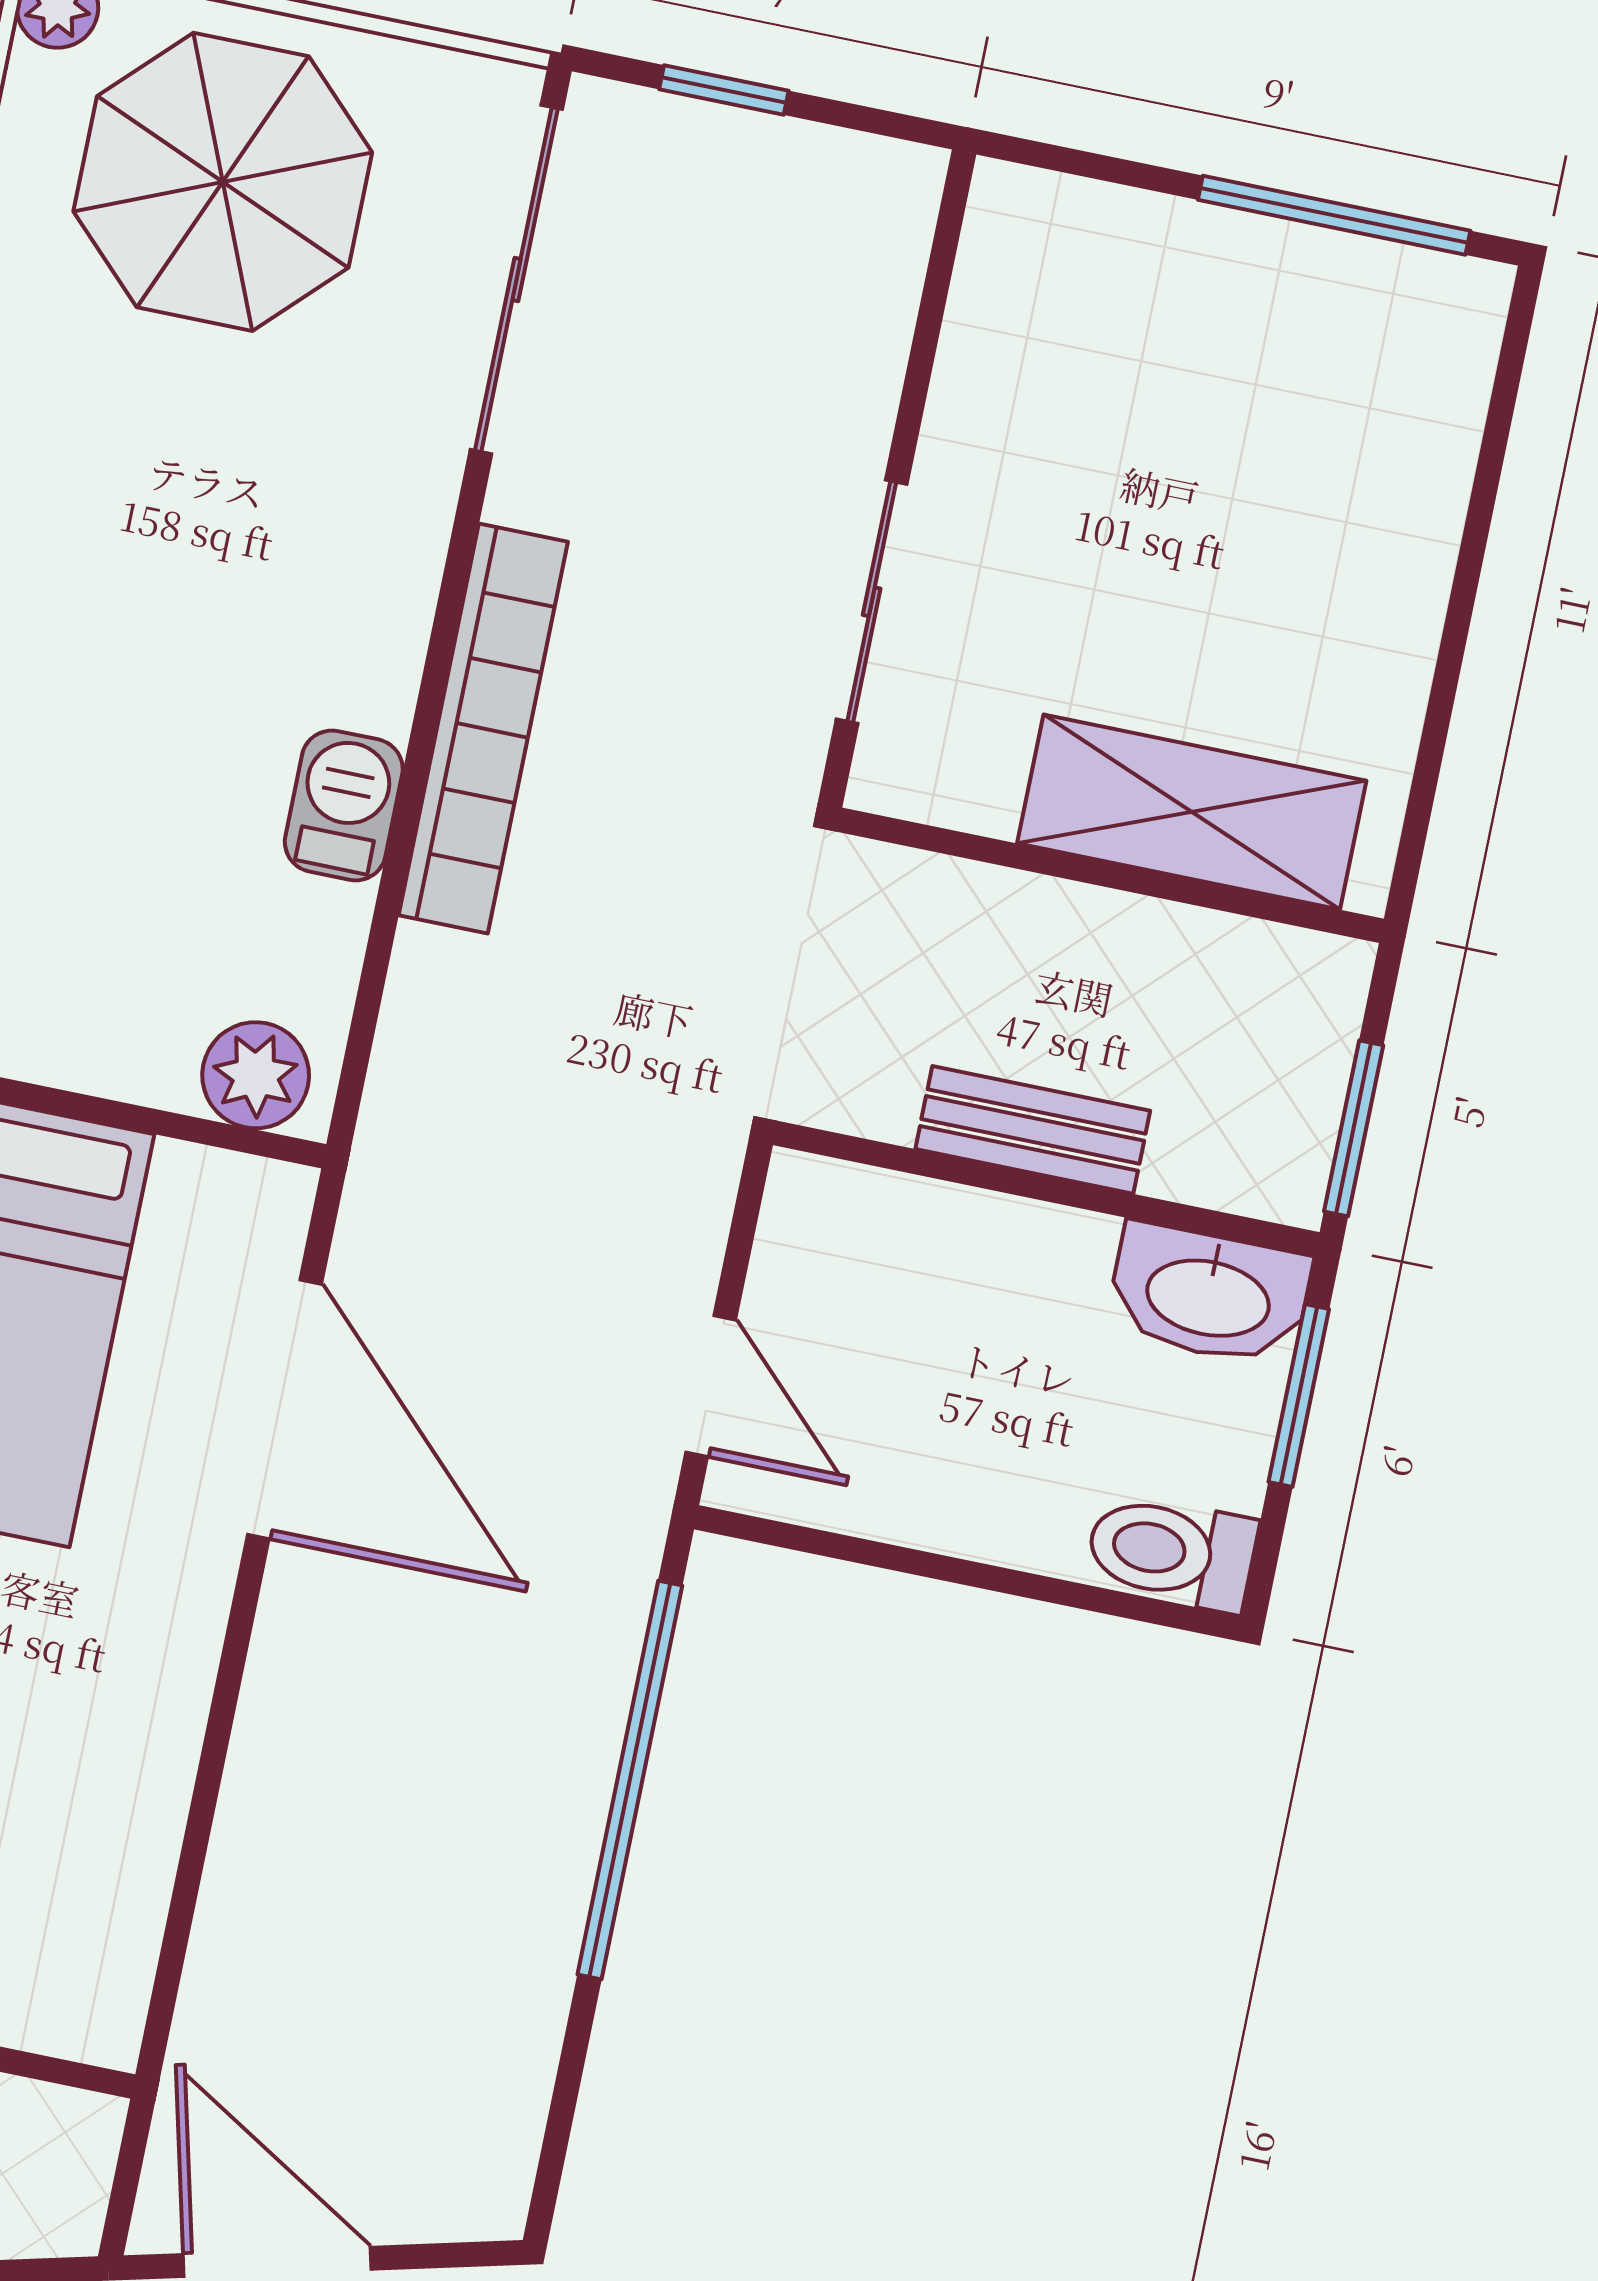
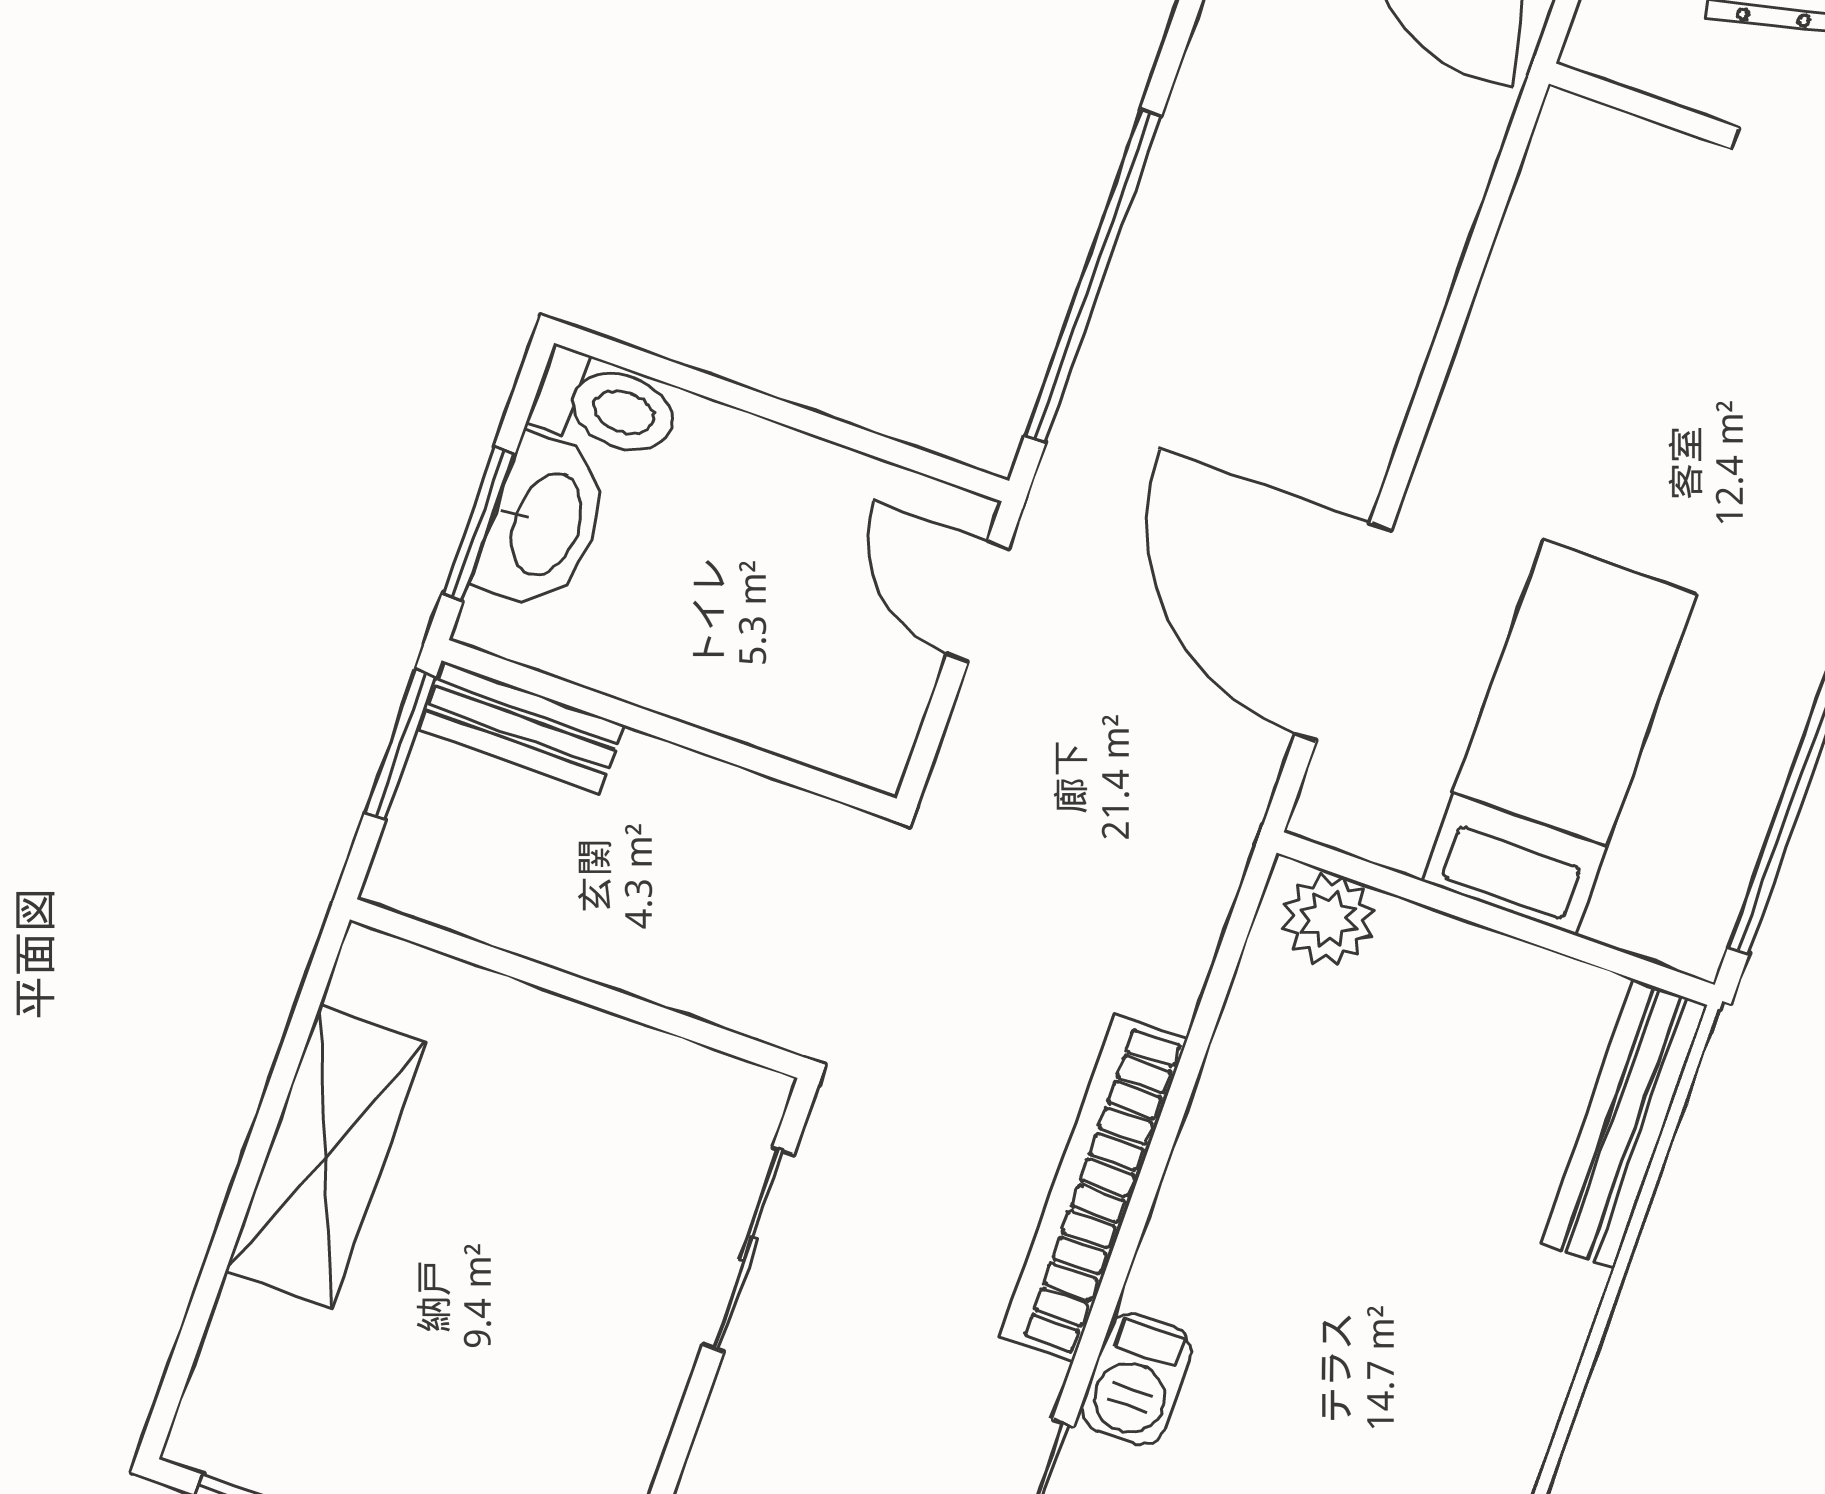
barbecue: (344, 805) -> (1136, 1379), moved
shelving: (1192, 812) -> (326, 1157), moved, turned 90
bench: (1033, 1130) -> (522, 727), moved
washbasin: (1209, 1295) -> (543, 524), moved, turned 90

